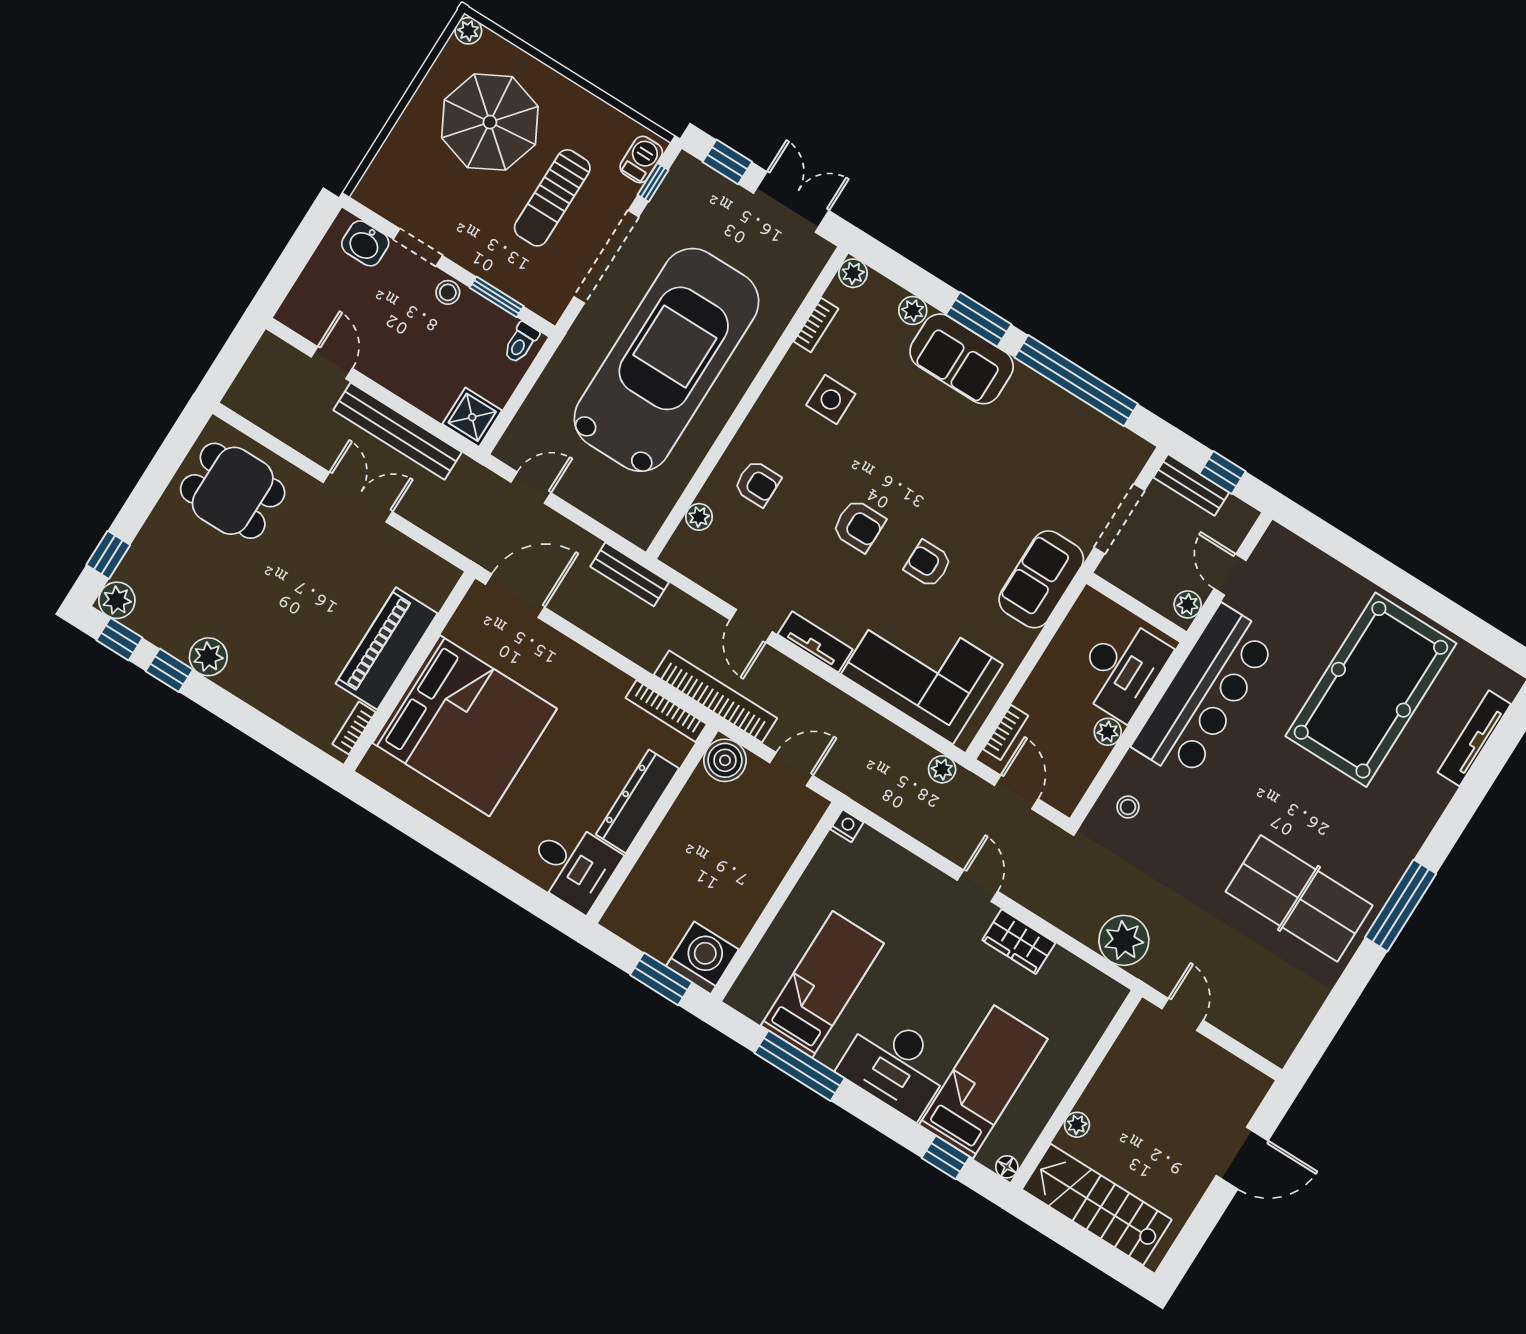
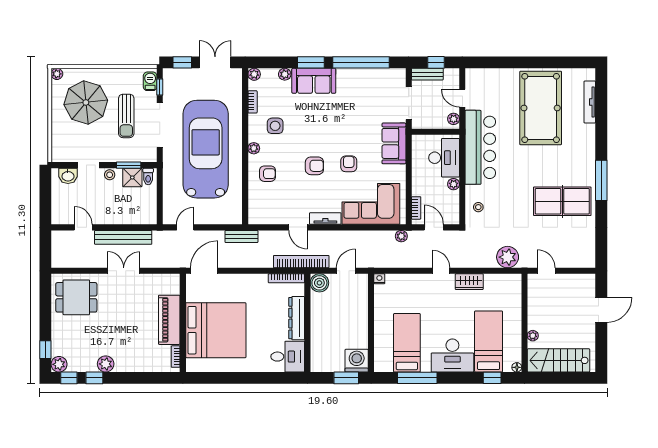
shower: (472, 417) -> (132, 177), moved
plant: (699, 517) -> (254, 148), moved
armchair: (928, 564) -> (349, 164), turned 90

